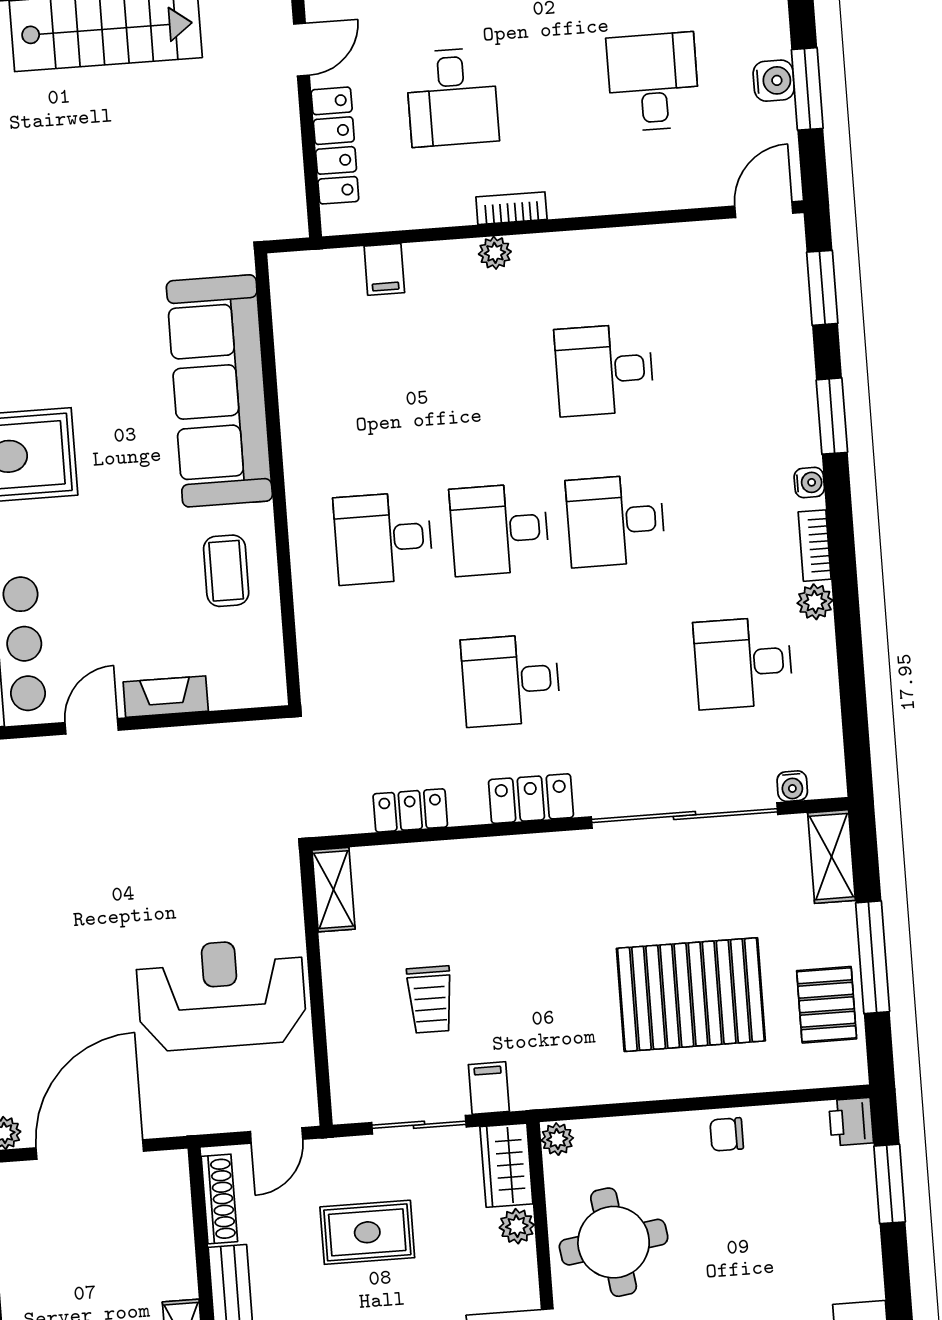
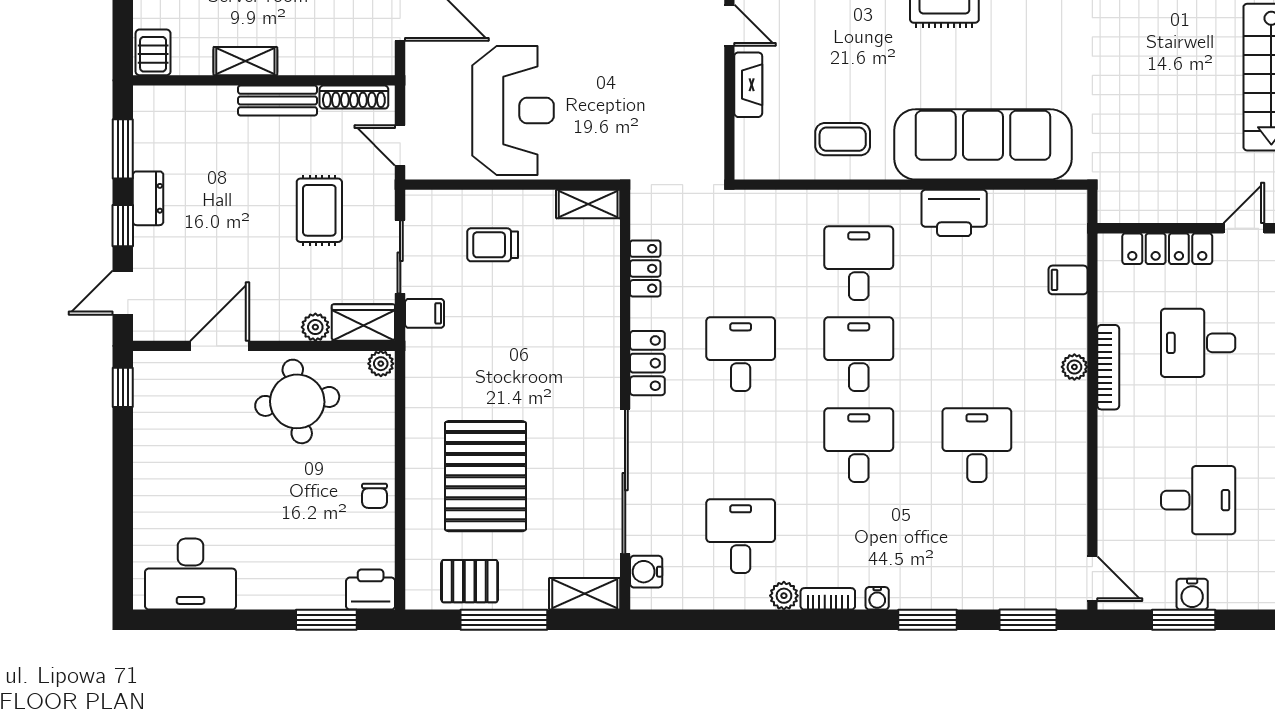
door: (301, 50) -> (1244, 228), swing flipped
bookcase: (511, 208) -> (1108, 367), width x1.56
printer: (310, 421) -> (954, 213), added
water cooler: (792, 786) -> (646, 572), width x1.38, depth x1.38
trolley: (430, 1000) -> (493, 245), moved
printer: (851, 1122) -> (371, 590), width x1.36, depth x1.24
chair: (727, 1134) -> (375, 496), turned 180

